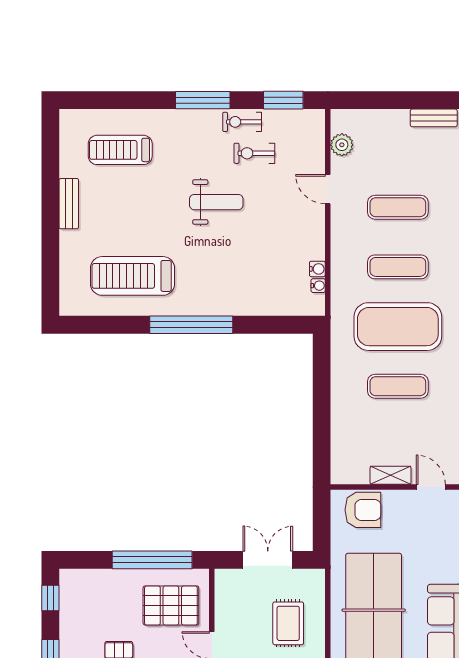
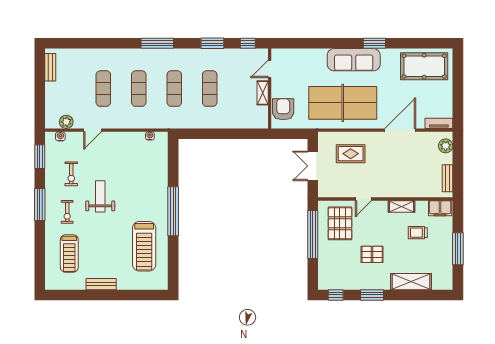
exercise bike: (242, 122) -> (67, 212), moved
water cooler: (317, 269) -> (60, 136), moved
exercise mat: (398, 327) -> (174, 89), width x0.50, depth x0.69

